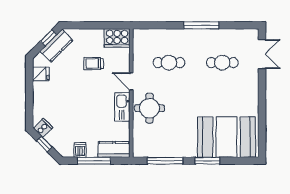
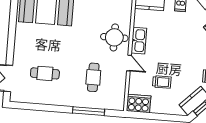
window: (201, 25) -> (89, 111), moved
cafe table: (169, 63) -> (93, 77), turned 90

